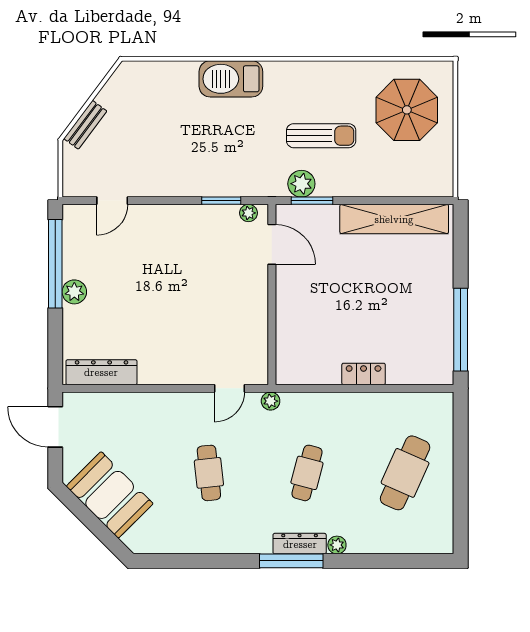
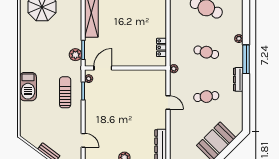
sun lounger: (321, 136) -> (65, 92), moved
locker: (364, 374) -> (161, 47), moved
door: (229, 388) -> (168, 102), moved
dresser: (300, 544) -> (238, 79), moved

